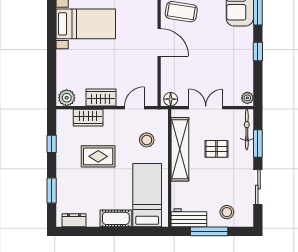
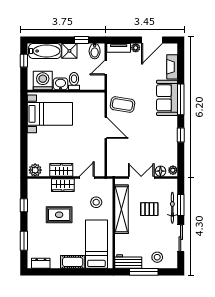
floor lamp: (171, 99) -> (160, 171), moved
wardrobe: (88, 118) -> (63, 185), moved
bicycle: (247, 130) -> (172, 208), moved

